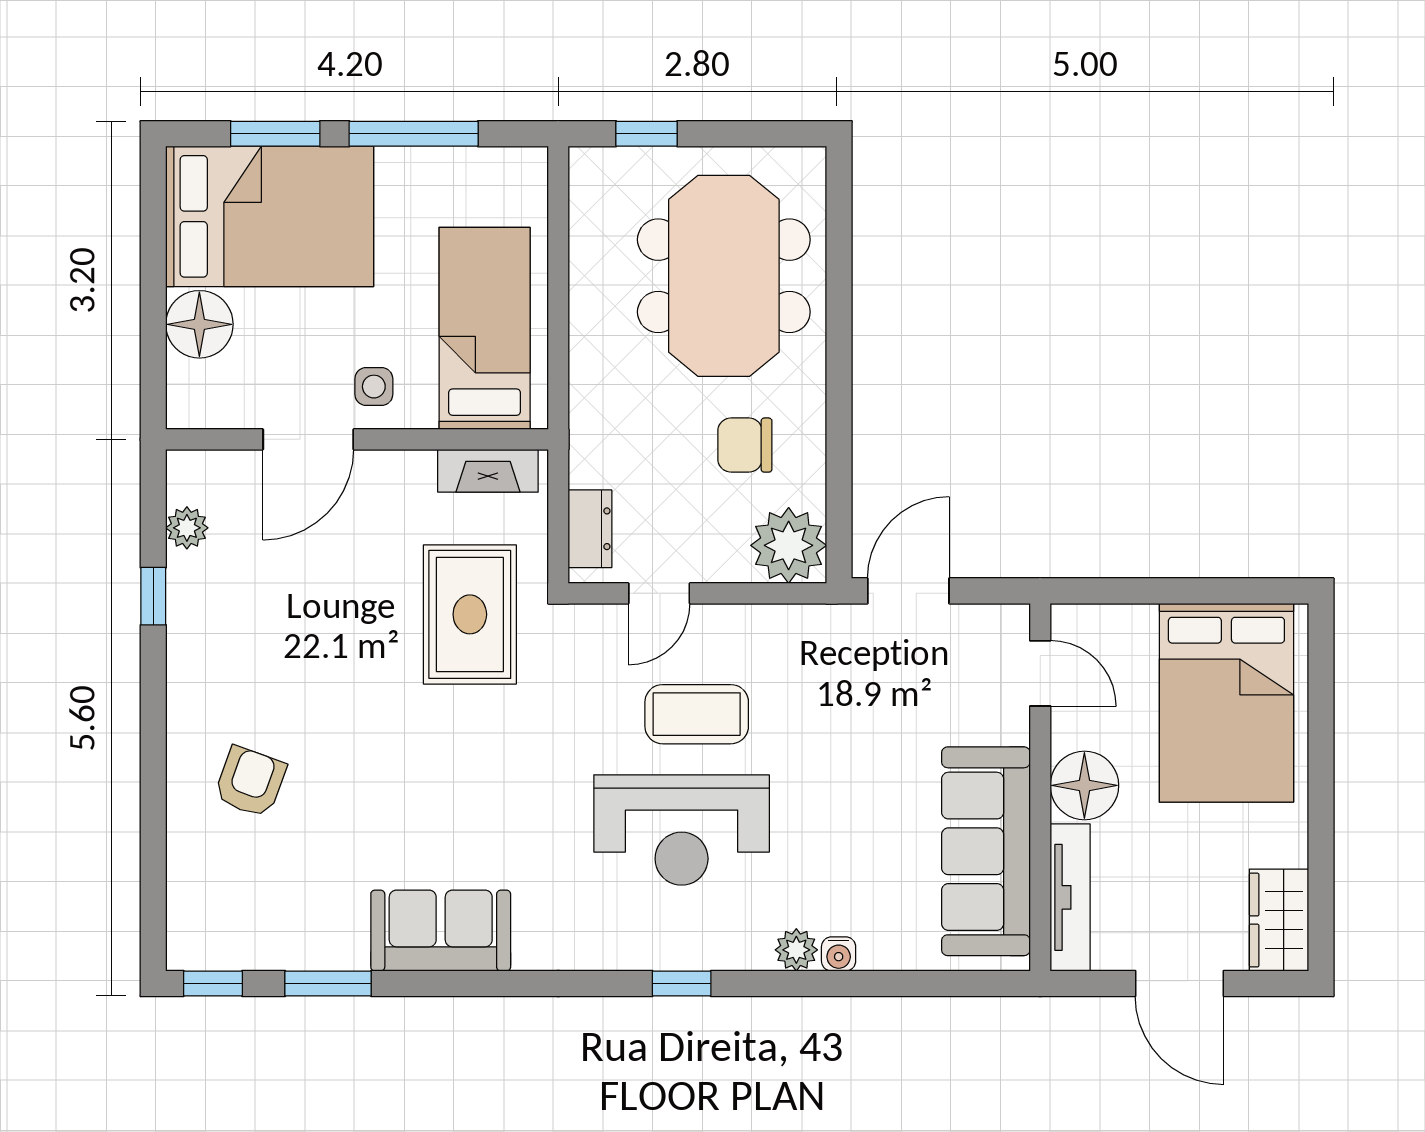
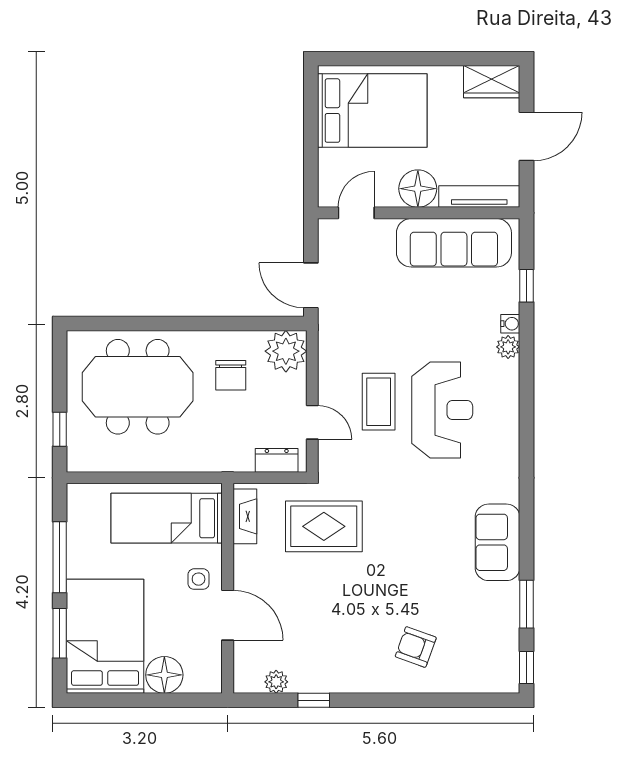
window: (682, 983) -> (527, 286), moved

